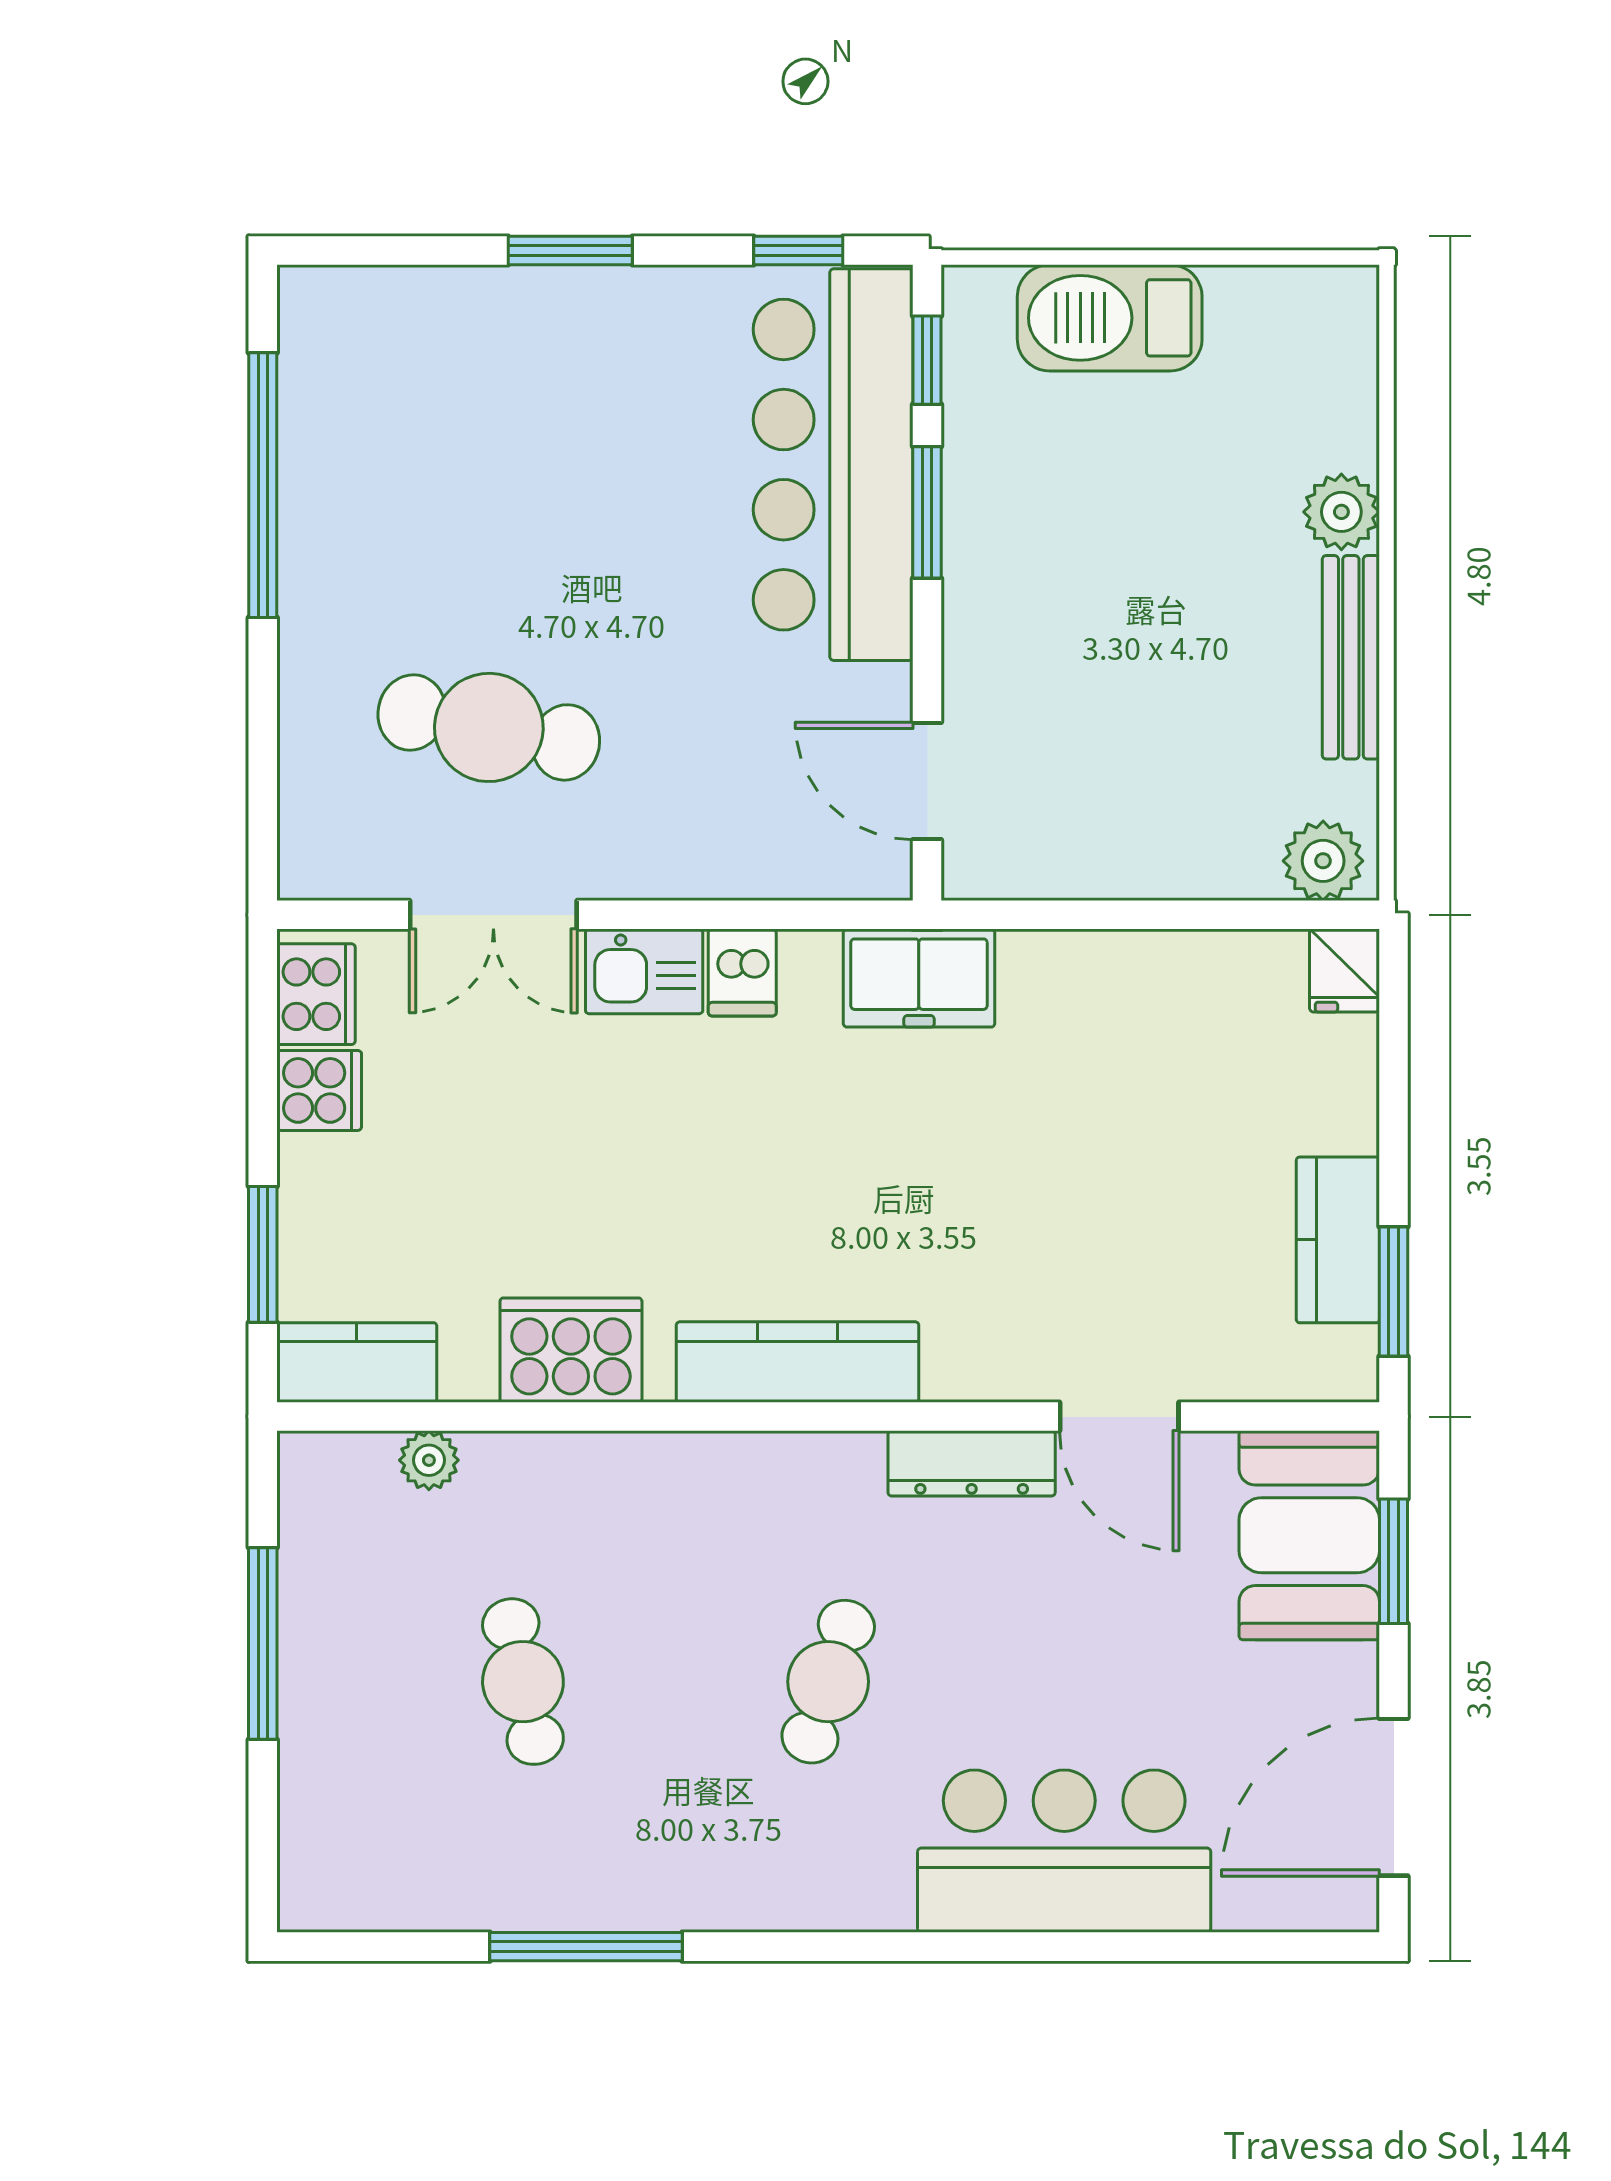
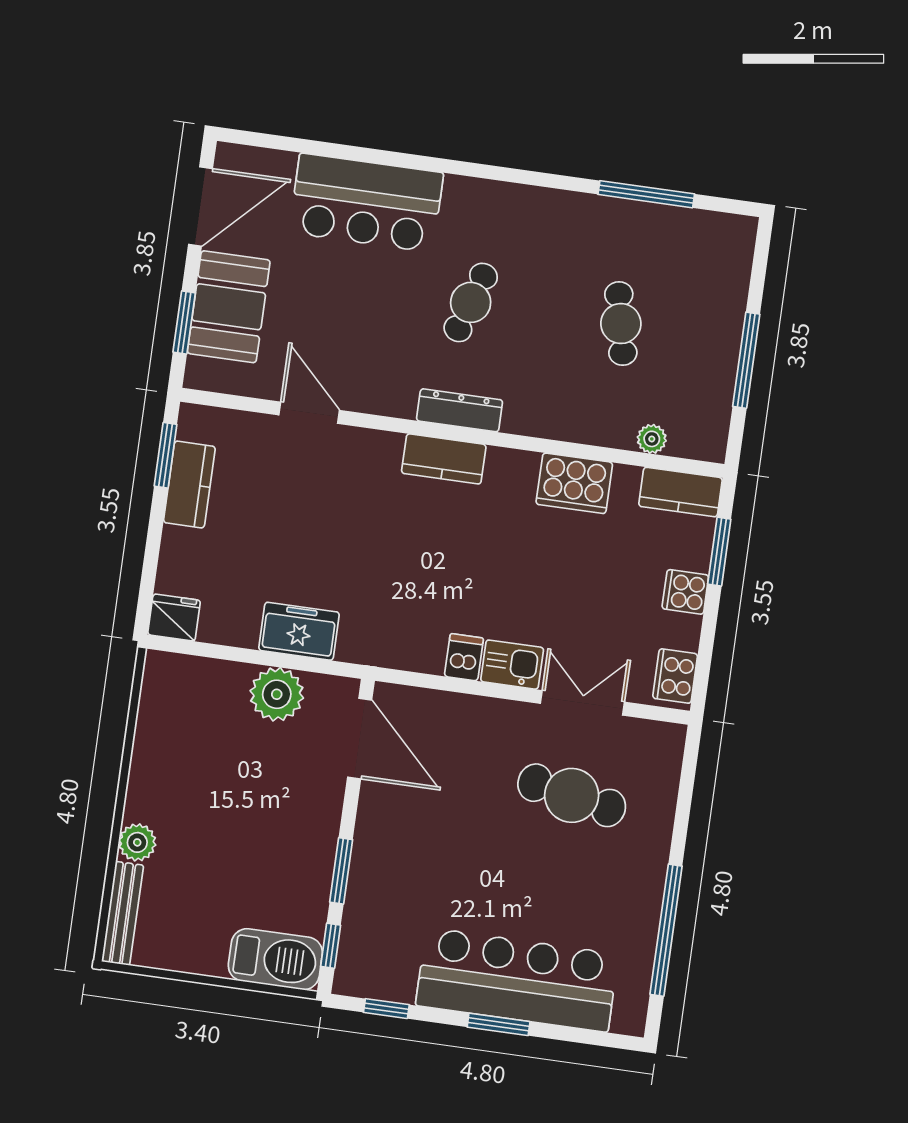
barbecue: (1110, 318) -> (275, 959), moved
bar counter: (833, 465) -> (517, 980), moved, turned -90
bench: (1351, 657) -> (123, 913), moved
door: (927, 781) -> (360, 739), width x1.36
plant: (1323, 861) -> (277, 694), moved, width x1.36, depth x1.36
fridge: (1345, 971) -> (174, 618), width x1.38
freezer: (919, 978) -> (299, 631), moved
cooker: (319, 1090) -> (685, 592), moved
kitchen counter: (798, 1362) -> (444, 459), width x0.67
dresser: (972, 1463) -> (460, 410), moved
booth: (1309, 1535) -> (229, 307), moved
window: (586, 1947) -> (646, 194), moved

